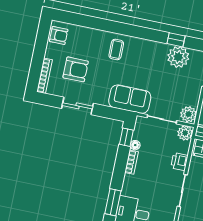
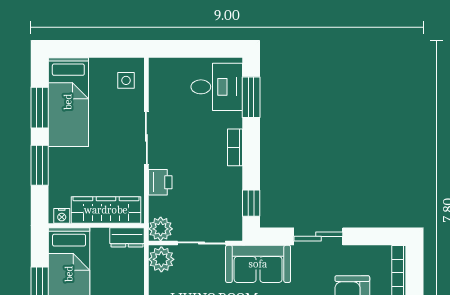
sliding door: (78, 106) -> (318, 236), moved
floor lamp: (135, 145) -> (235, 194), removed
bookcase: (131, 162) -> (235, 147), moved

